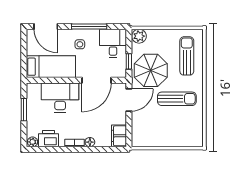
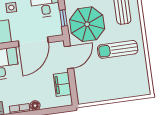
sun lounger: (177, 99) -> (118, 49), turned 180
filing cabinet: (119, 136) -> (62, 84), moved

